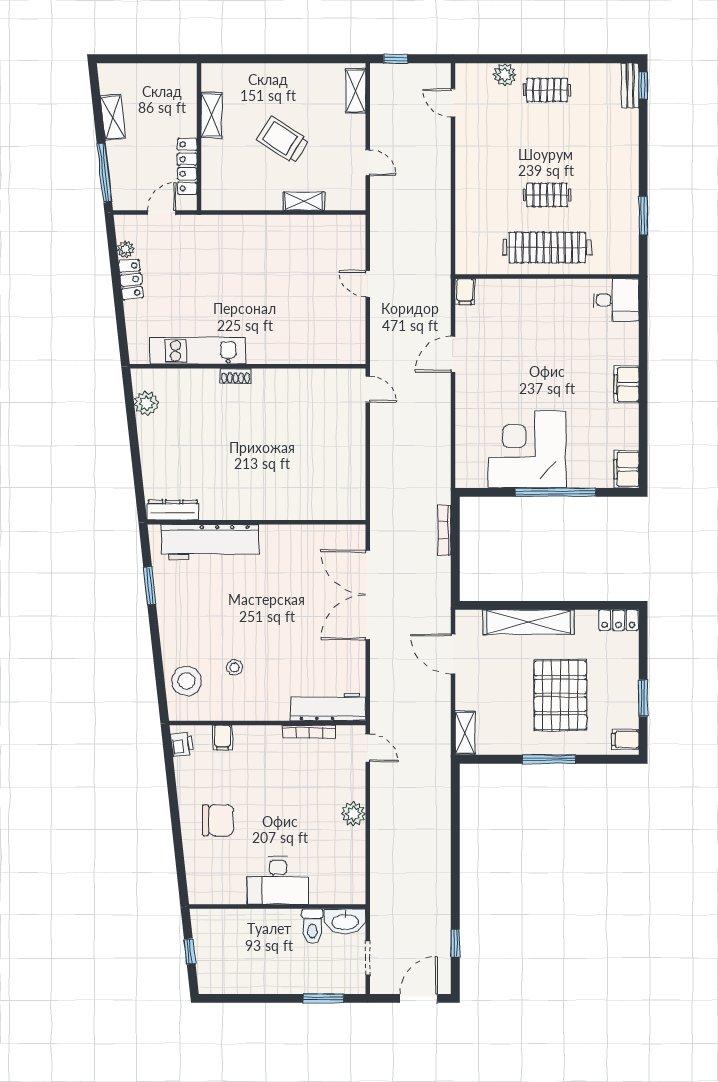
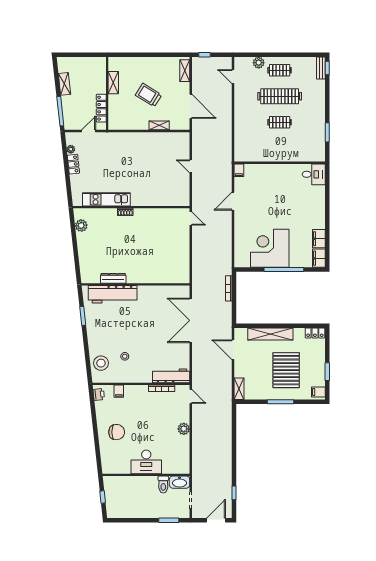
door: (368, 163) -> (191, 106), width x1.87
clothes rail: (547, 247) -> (280, 96), moved
filing cabinet: (626, 384) -> (319, 239), moved
dresser: (173, 510) -> (113, 278), moved

